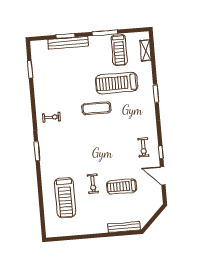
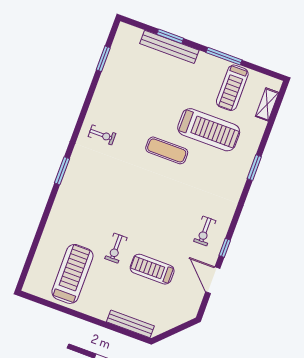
treadmill: (117, 83) -> (209, 130), turned 180
treadmill: (65, 198) -> (72, 274), moved, turned 180

